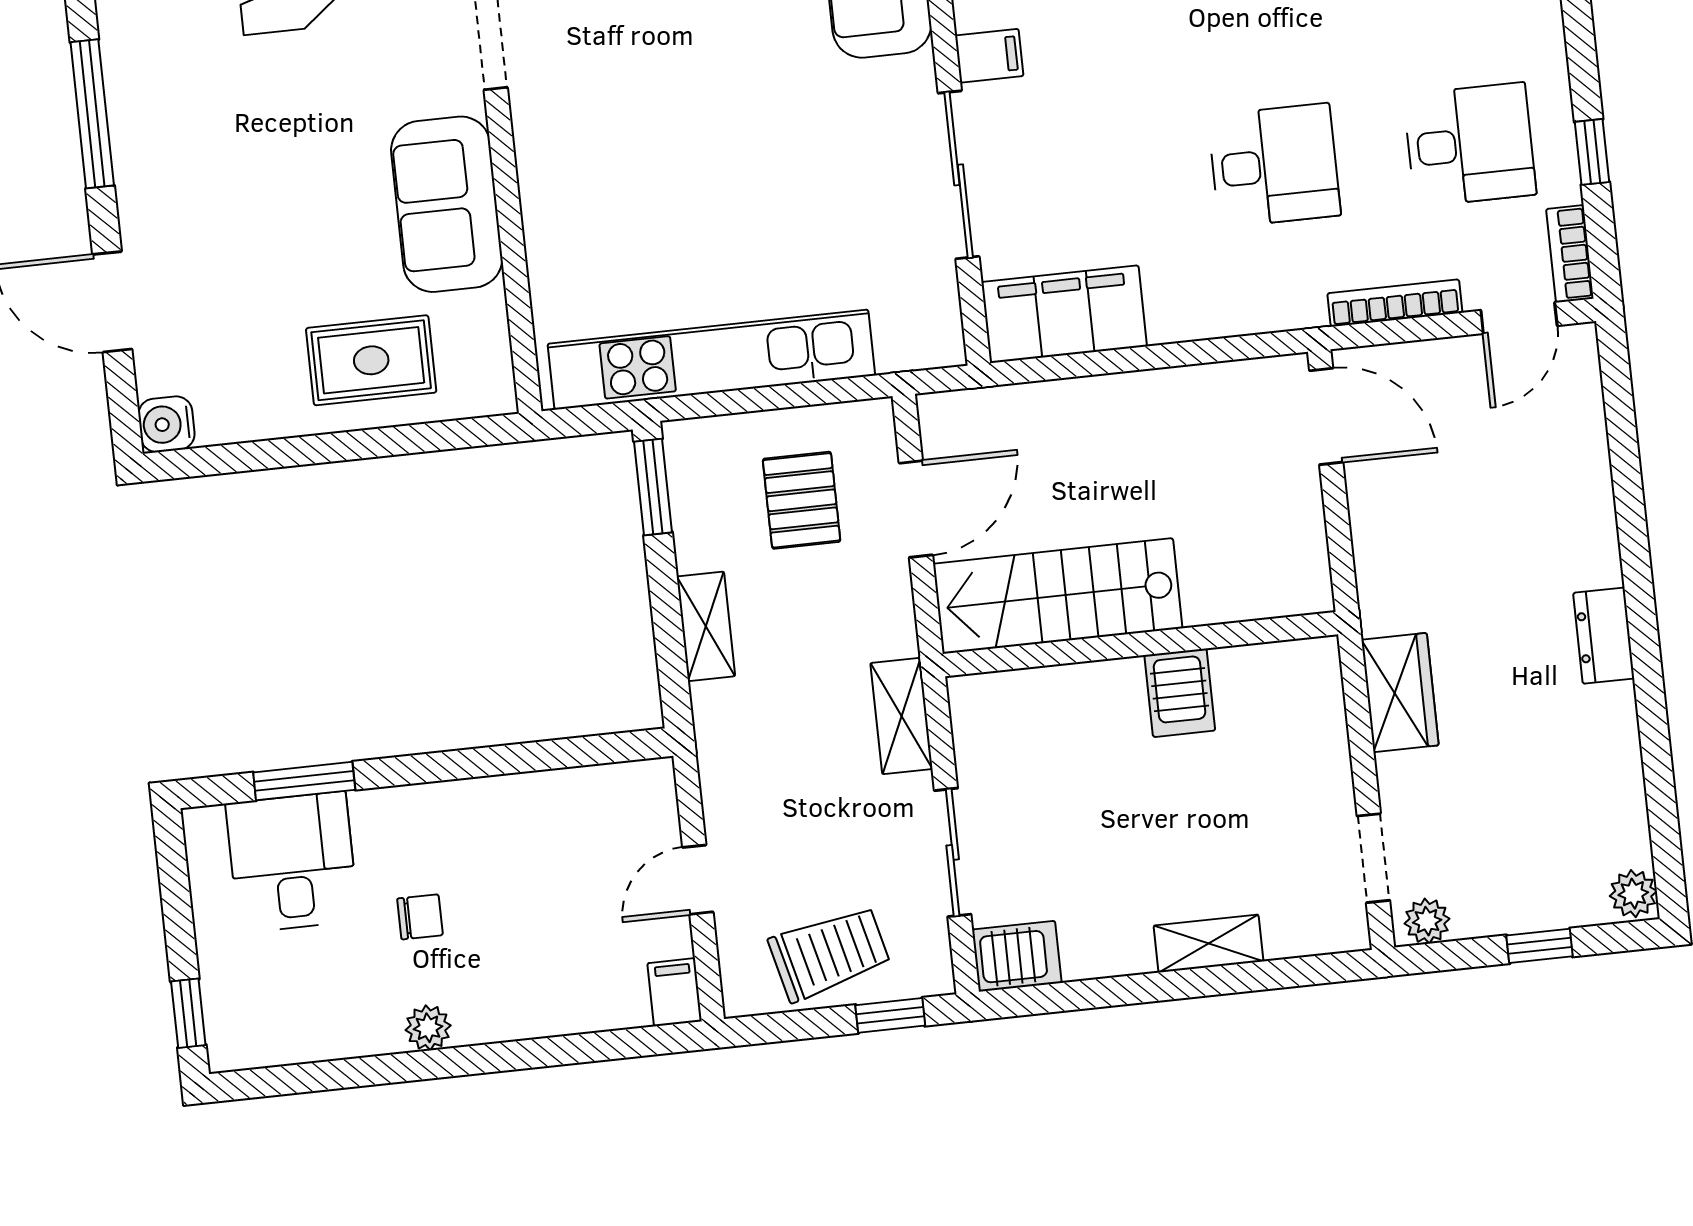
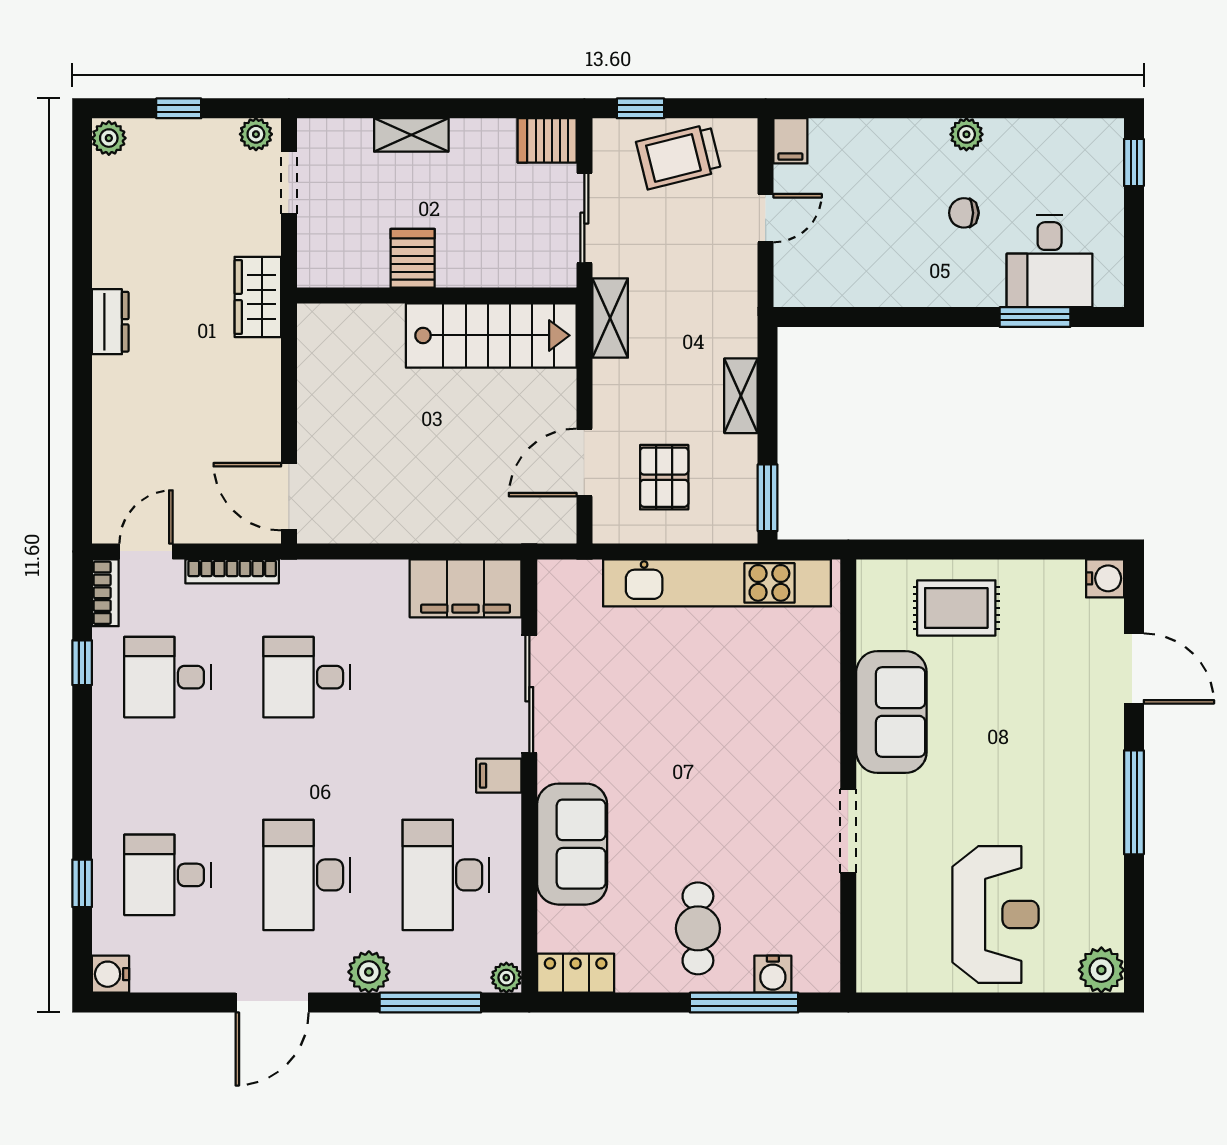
stairs: (1058, 596) -> (491, 335), moved
wall: (1140, 644) -> (437, 295), moved
server rack: (1180, 693) -> (413, 258), moved

